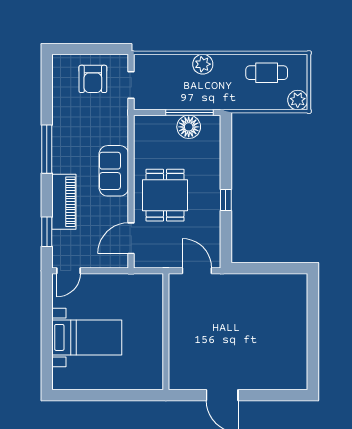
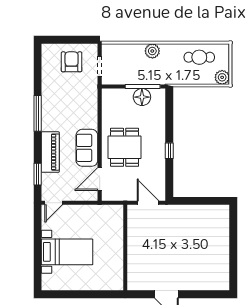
armchair: (93, 79) -> (72, 62), turned 180
sofa: (114, 171) -> (87, 148), moved

